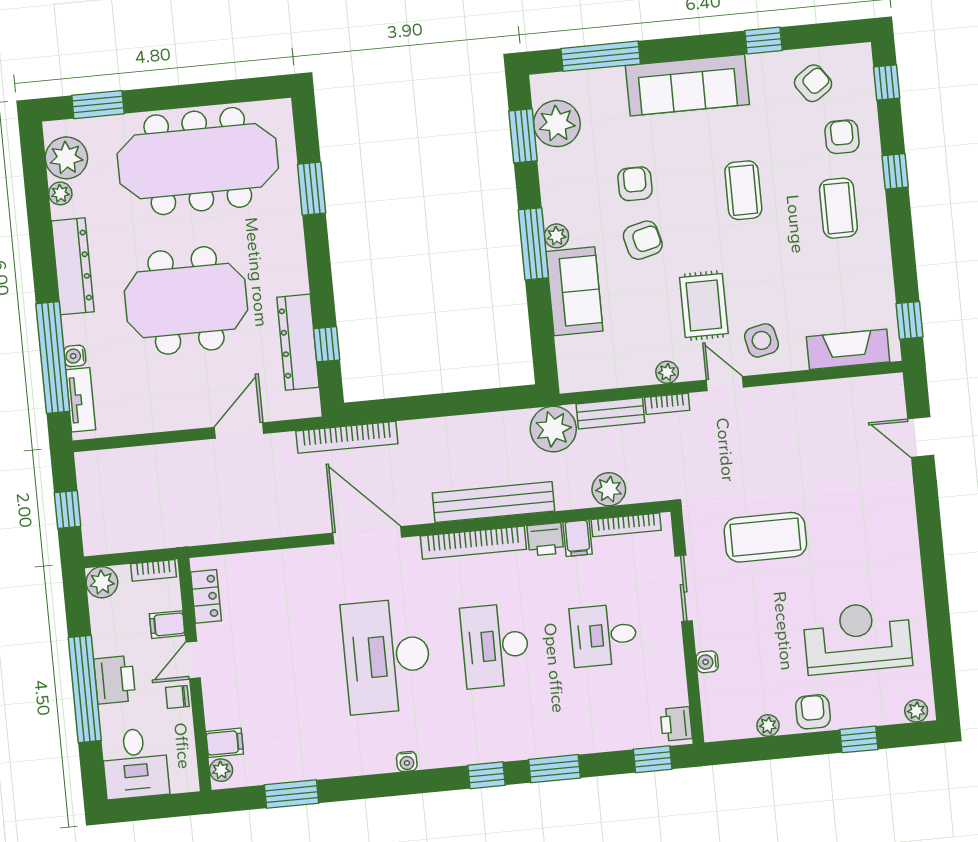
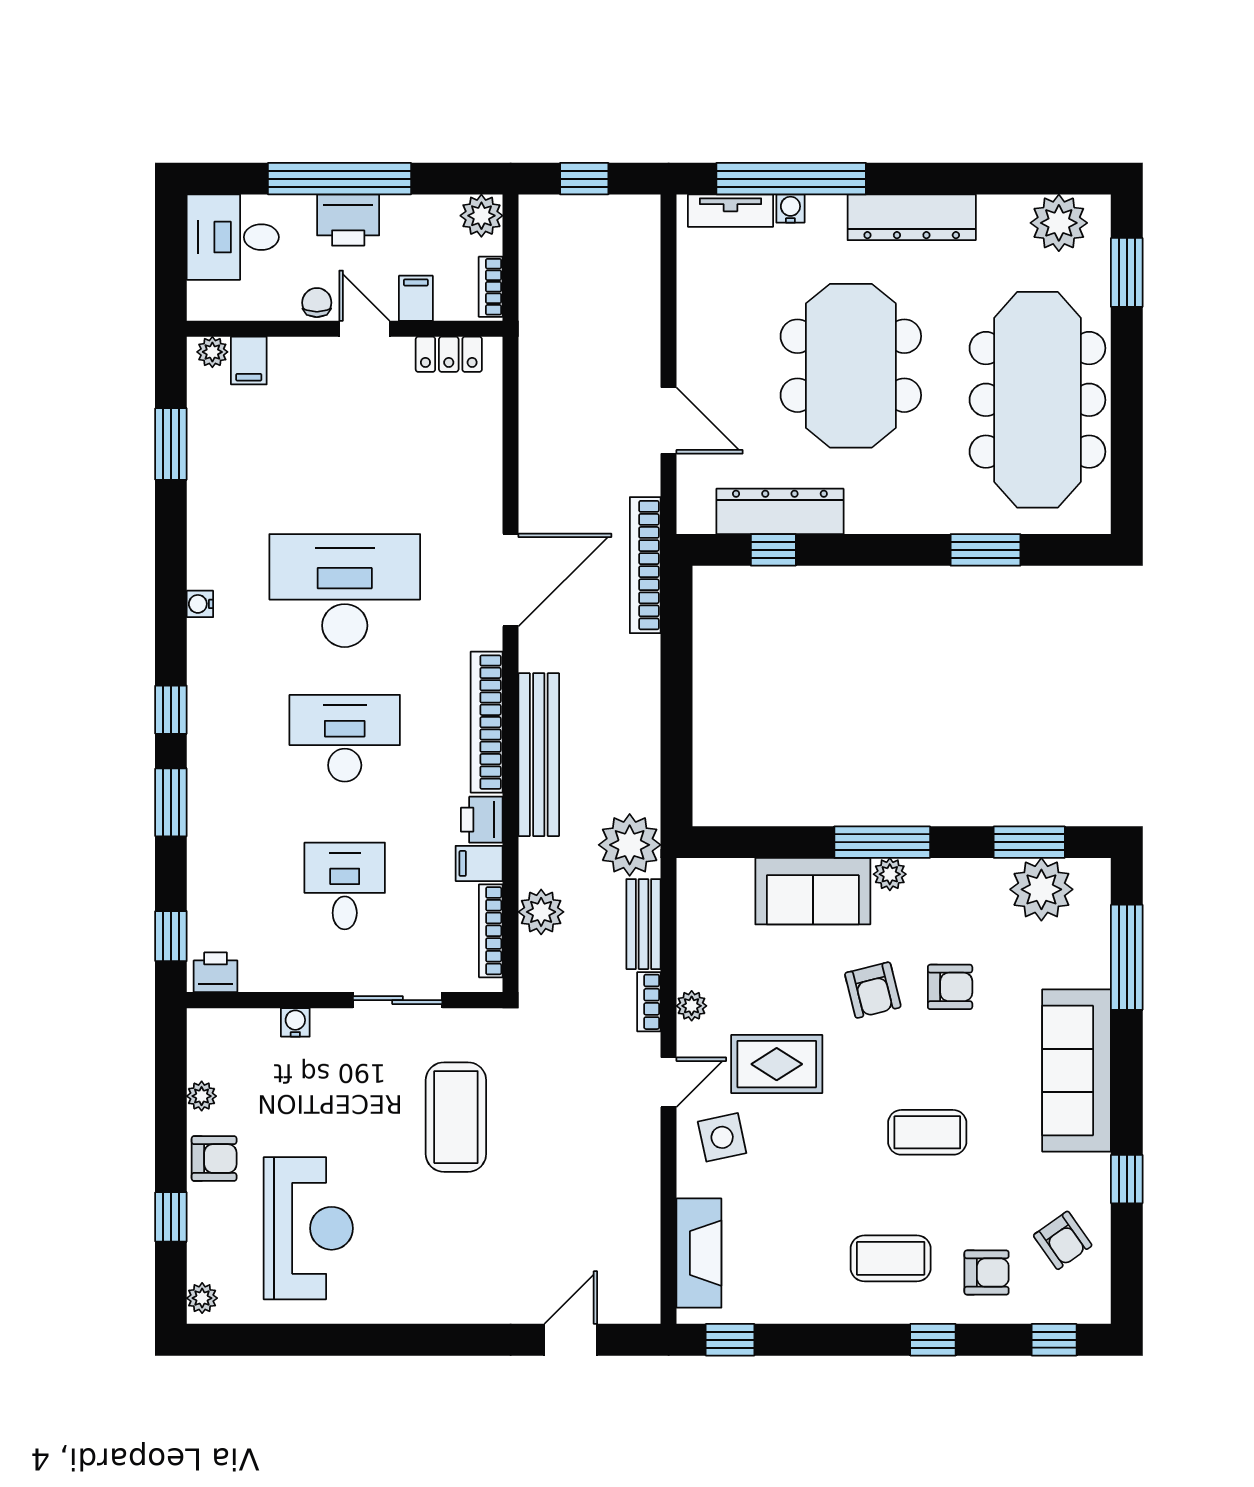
plant: (60, 193) -> (1012, 210), removed

